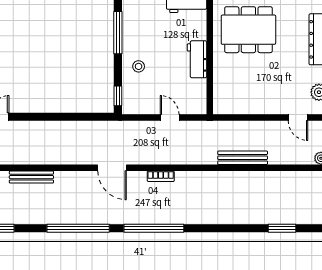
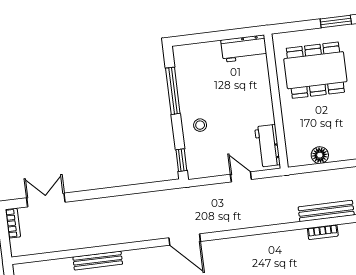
workbench: (197, 59) -> (267, 146), moved
floor lamp: (243, 107) -> (320, 155), added
bookcase: (161, 176) -> (323, 232), moved

